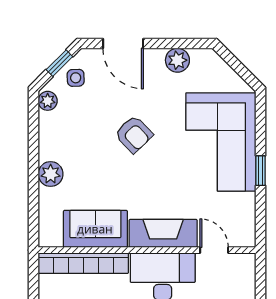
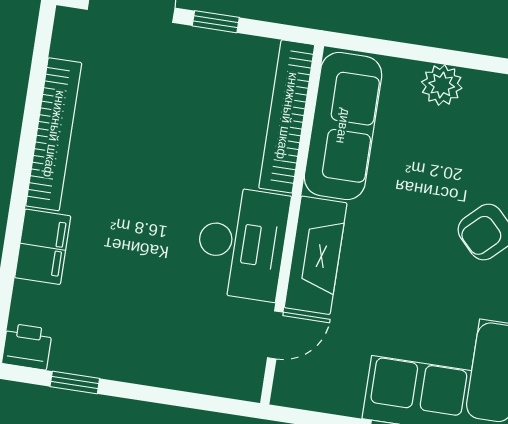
sofa: (95, 229) -> (343, 126), width x1.36

